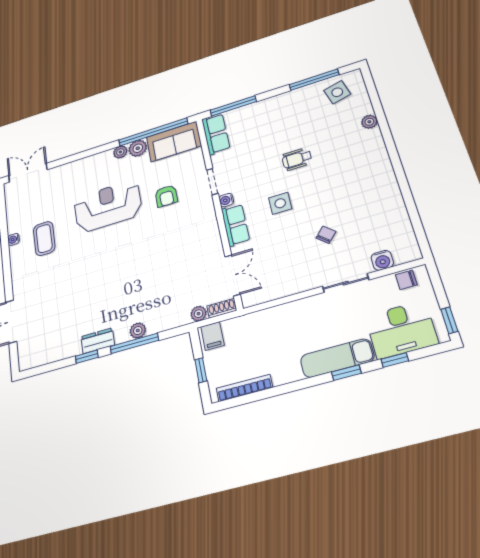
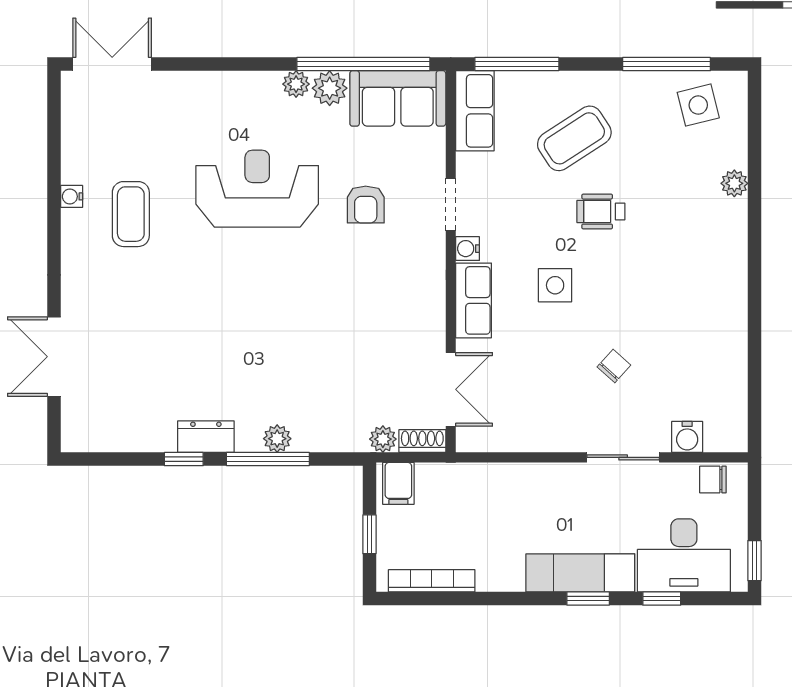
coffee table: (273, 129) -> (574, 138), added

